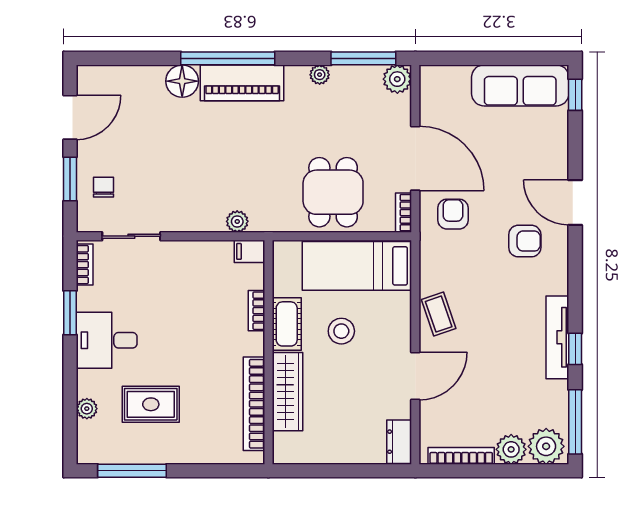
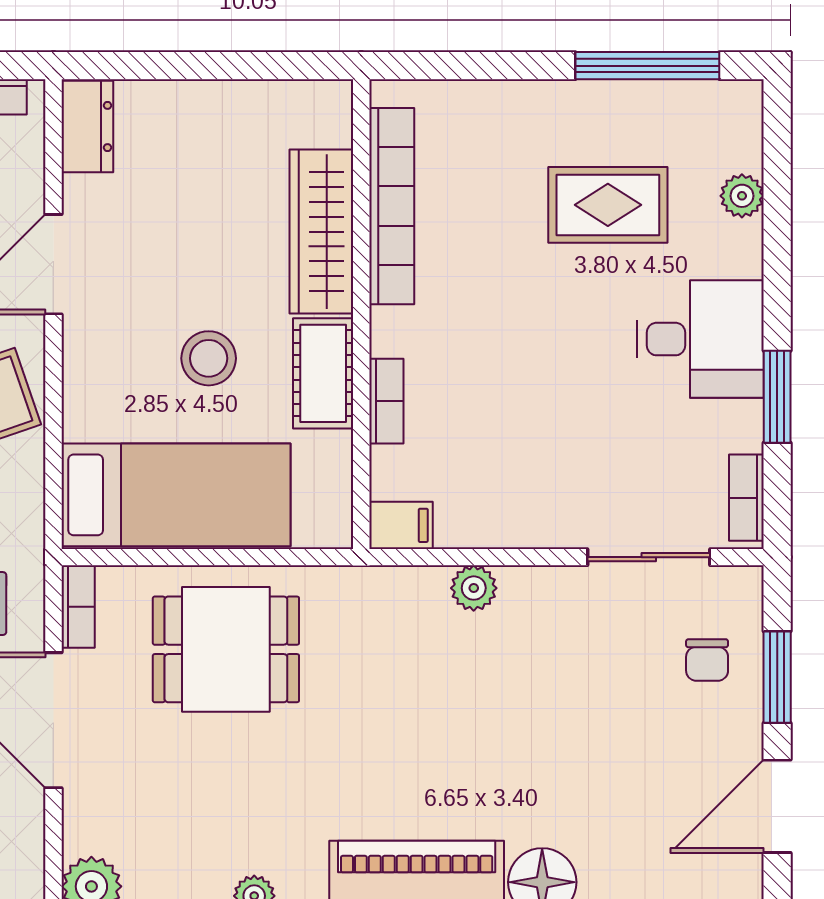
dining table: (333, 192) -> (226, 649), turned 90
plant: (237, 221) -> (474, 588), moved

